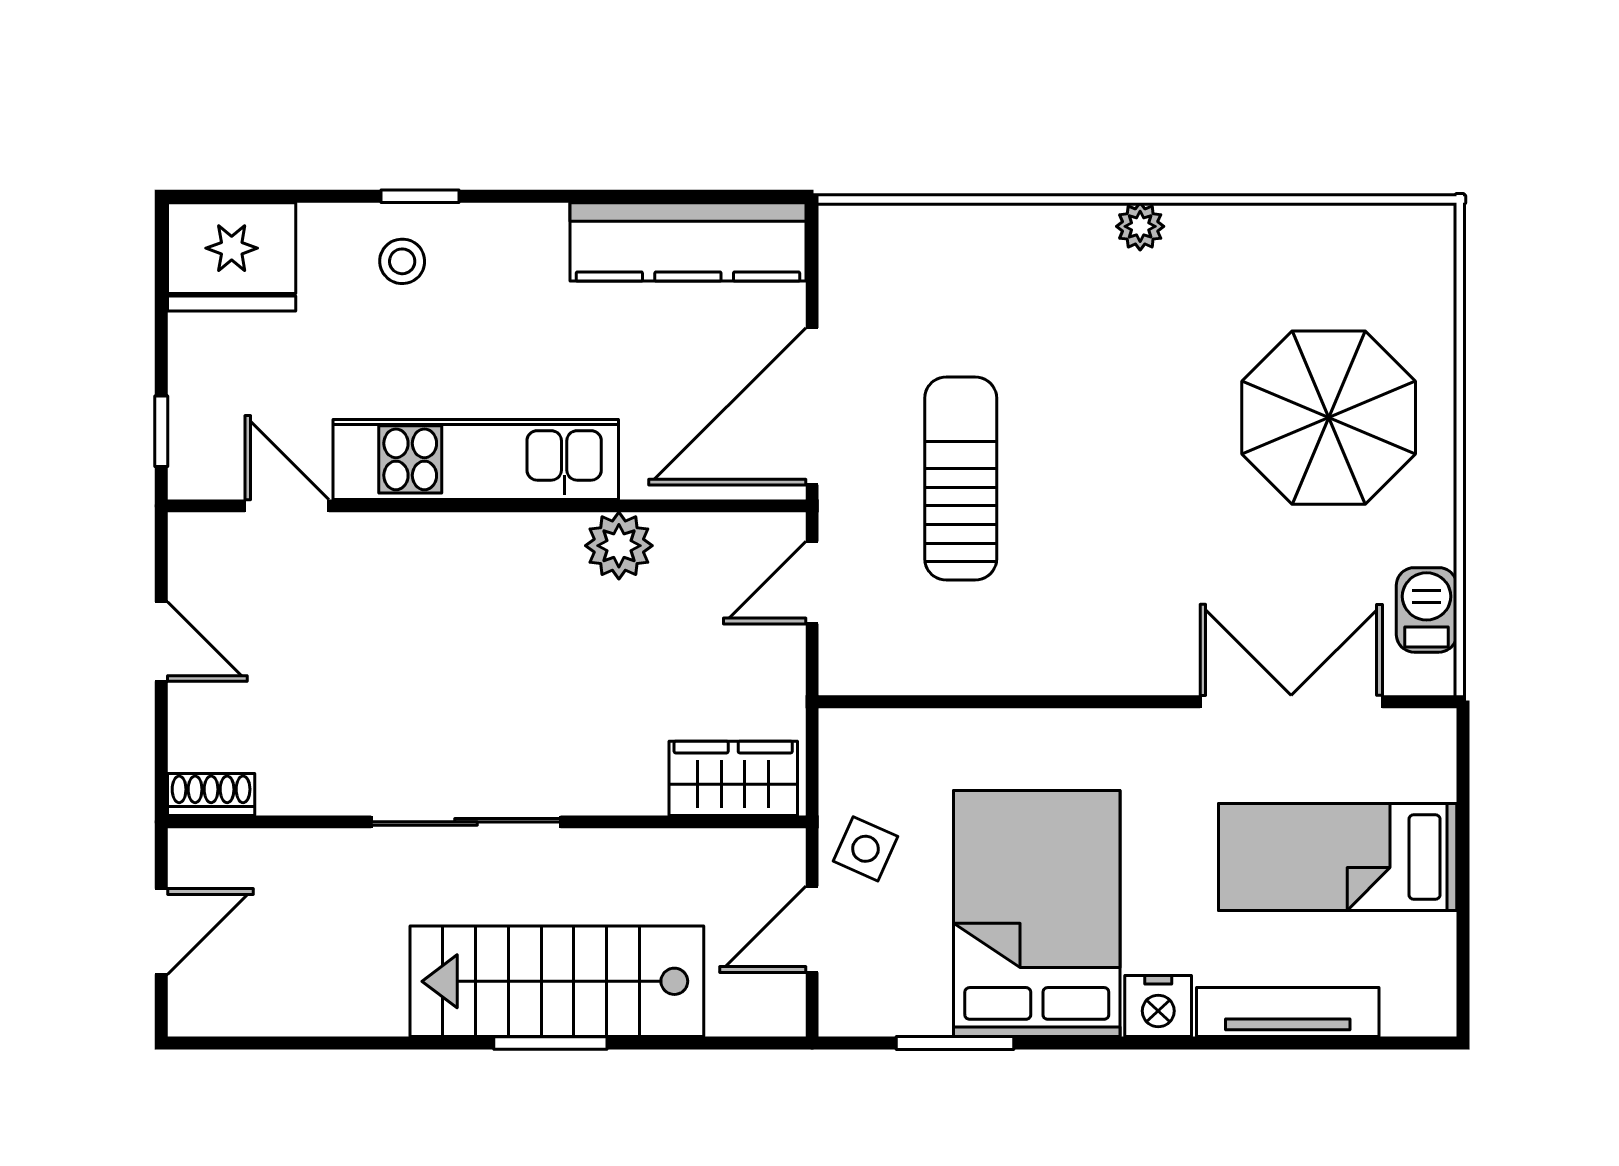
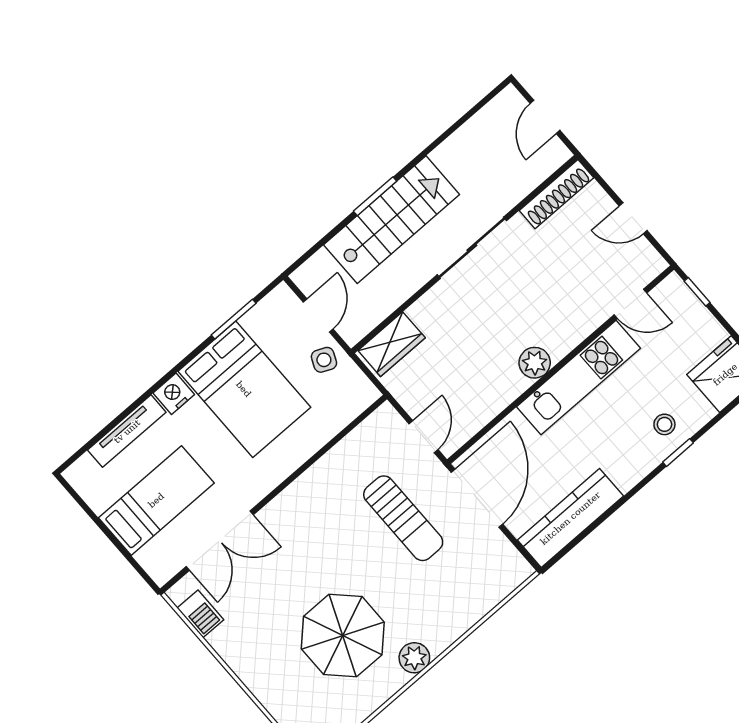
plant: (1140, 226) -> (414, 658), width x1.38, depth x1.38
parasol: (1329, 418) -> (343, 636), moved
plant: (619, 546) -> (535, 363), moved
shoe rack: (211, 794) -> (556, 194), width x1.94, depth x1.24

